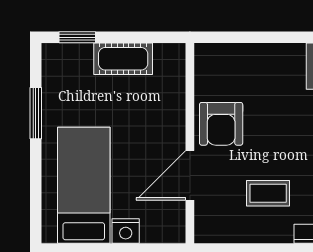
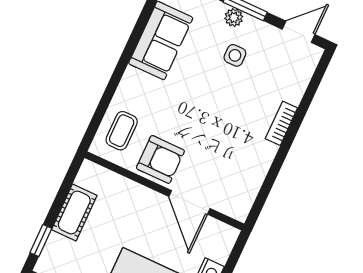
coffee table: (268, 193) -> (122, 131), moved

